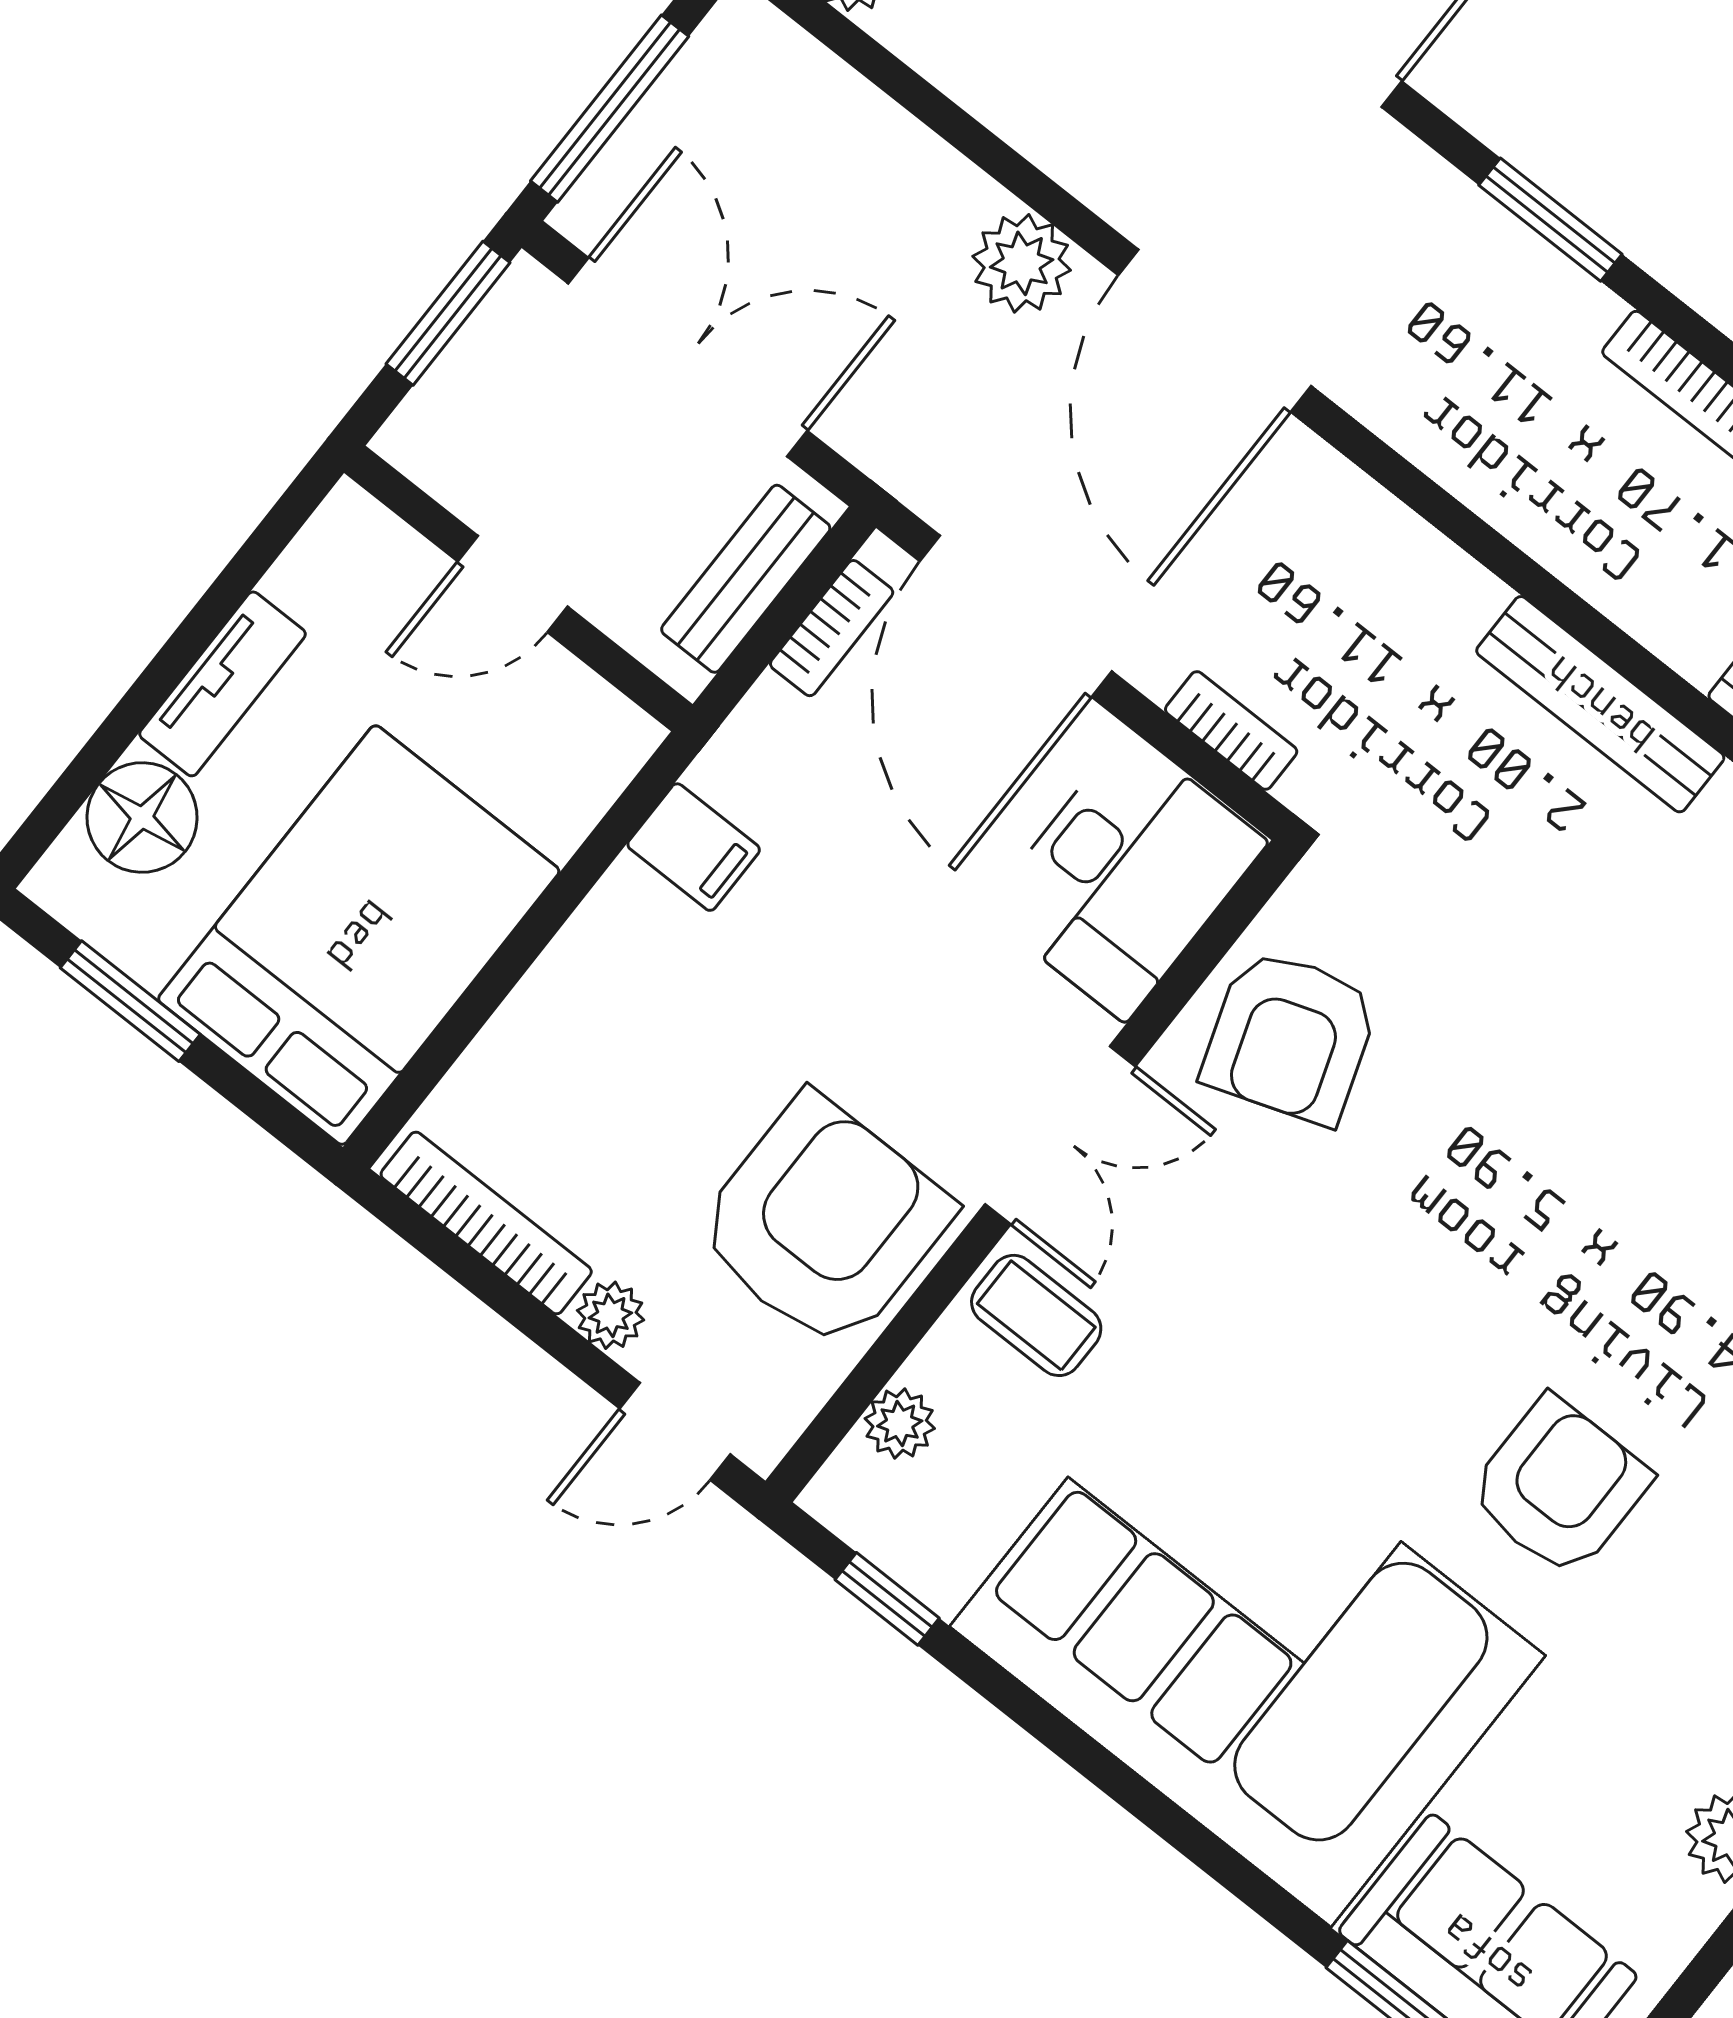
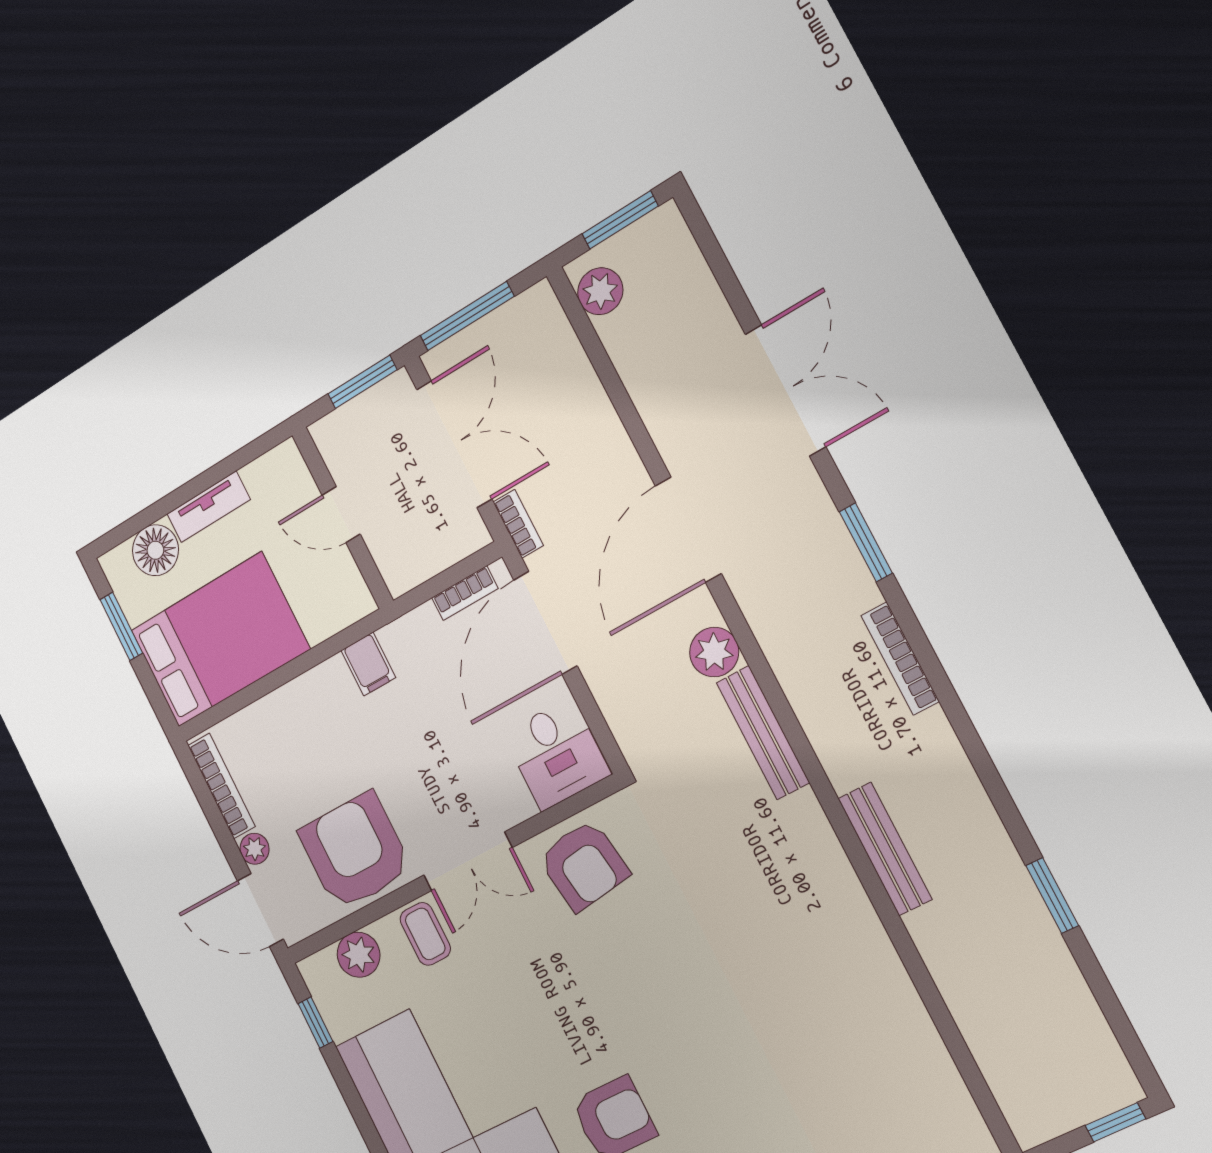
plant: (1022, 263) -> (714, 652), moved
bench: (746, 579) -> (438, 555), removed
bench: (1600, 704) -> (763, 733), moved
bookcase: (1231, 730) -> (518, 524), moved
desk: (1126, 877) -> (556, 754), width x0.73
armchair: (1290, 1037) -> (584, 865), turned -79
armchair: (823, 1222) -> (355, 851), turned -90
plant: (900, 1423) -> (359, 955), width x1.38, depth x1.38
door: (675, 1431) -> (260, 910), width x1.38

